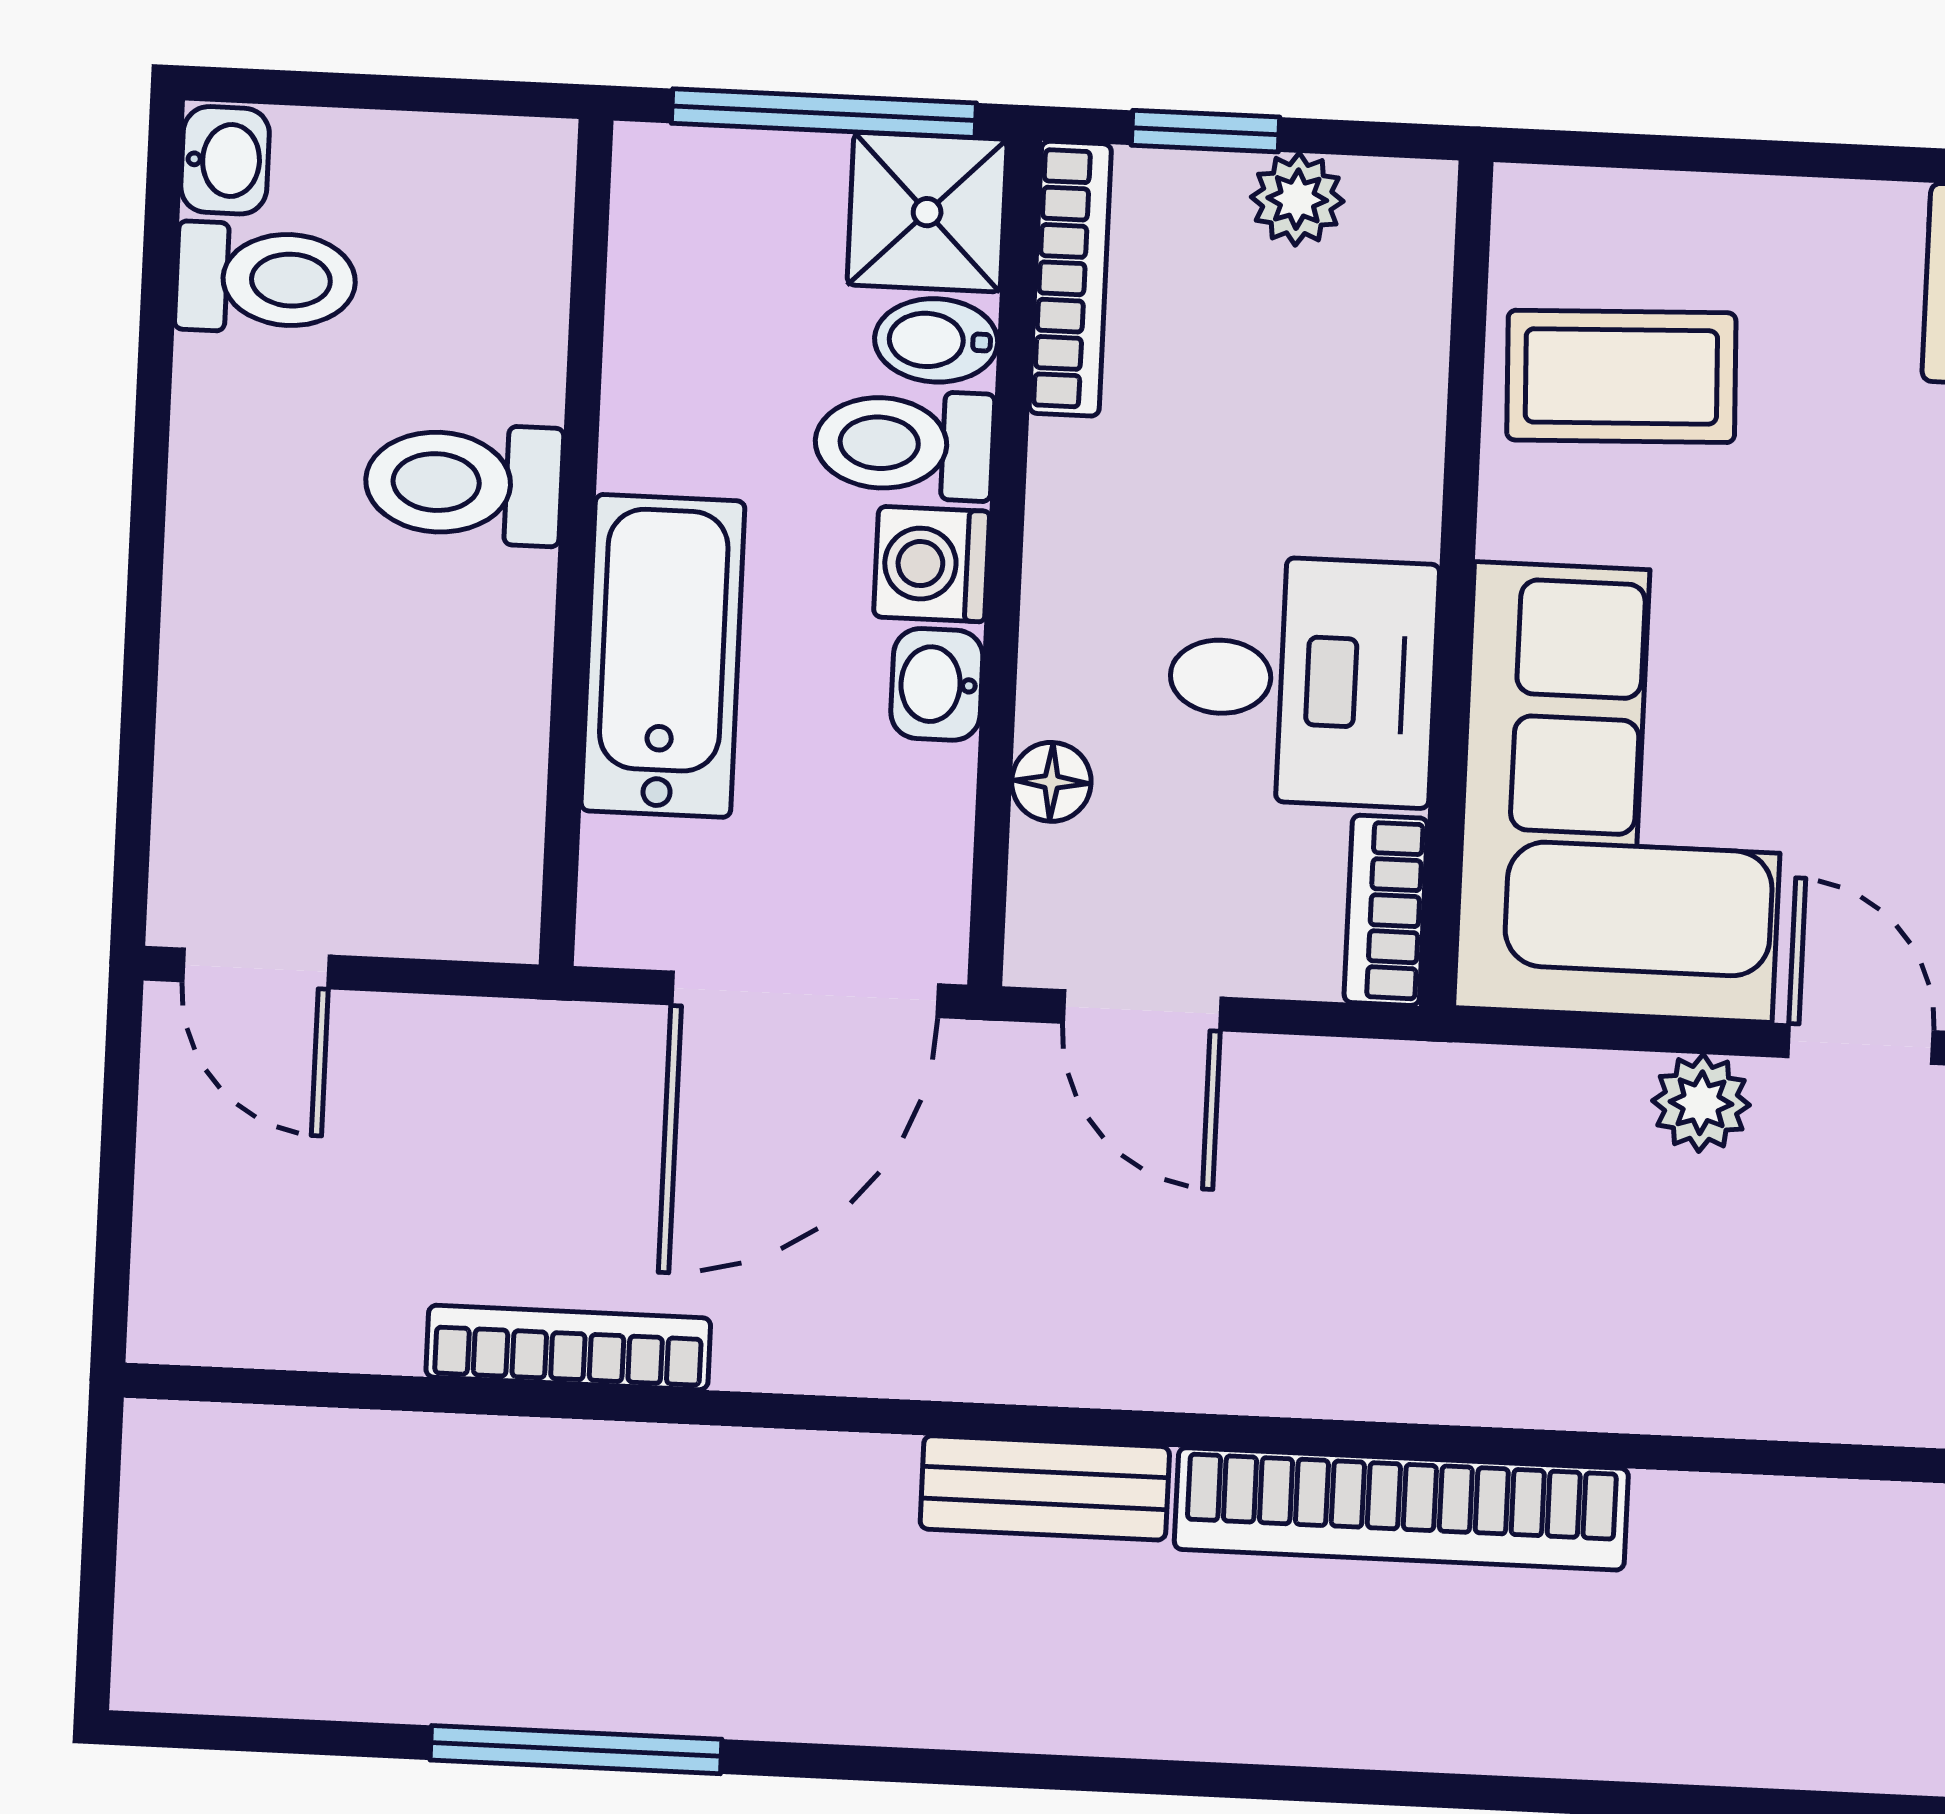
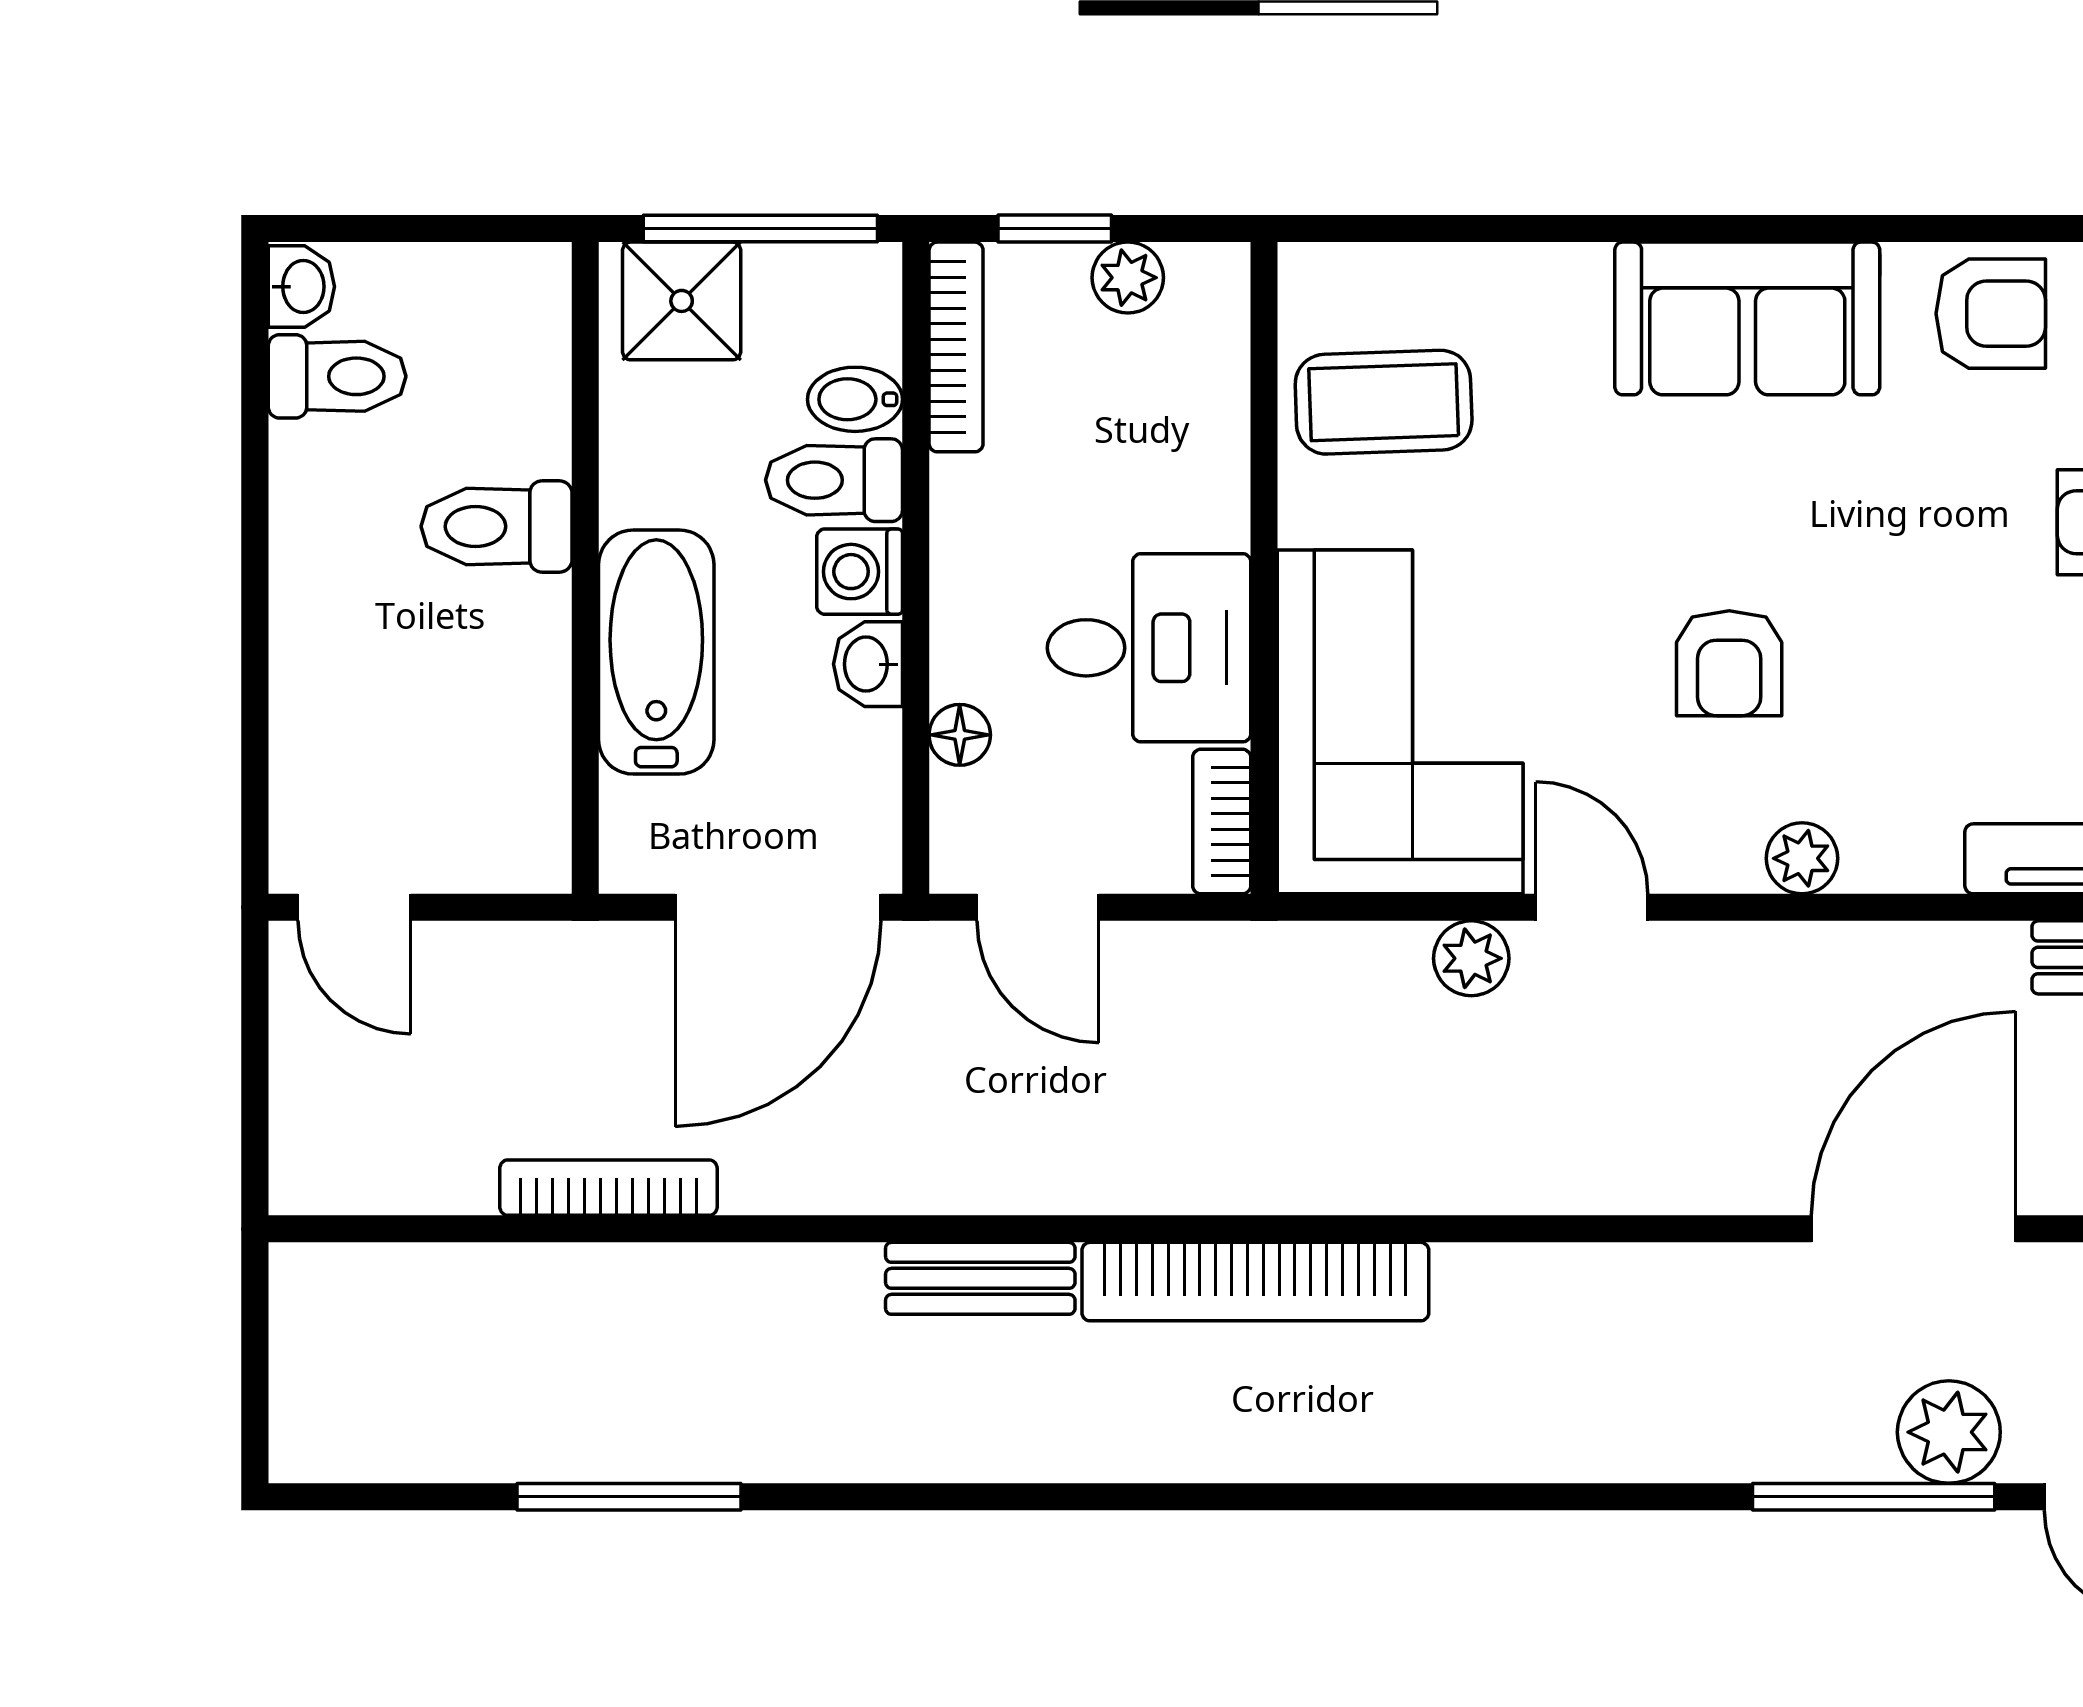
shower: (927, 212) -> (682, 301), moved

